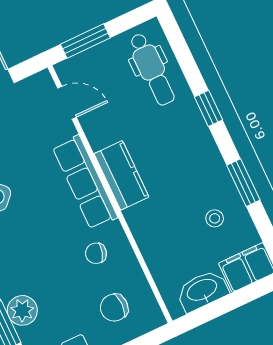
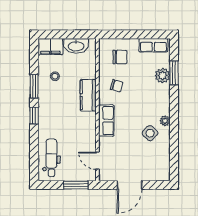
window: (208, 108) -> (34, 116), moved
kitchen counter: (121, 175) -> (88, 95), moved
row of seats: (85, 182) -> (106, 121), width x0.68

